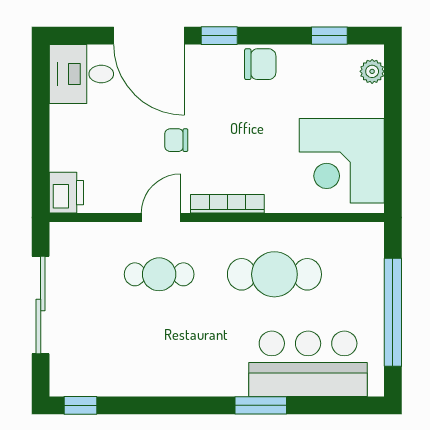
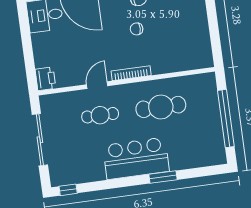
chair: (176, 140) -> (137, 29), moved
corner desk: (342, 161) -> (188, 42), removed
bar counter: (308, 364) -> (136, 158), moved

